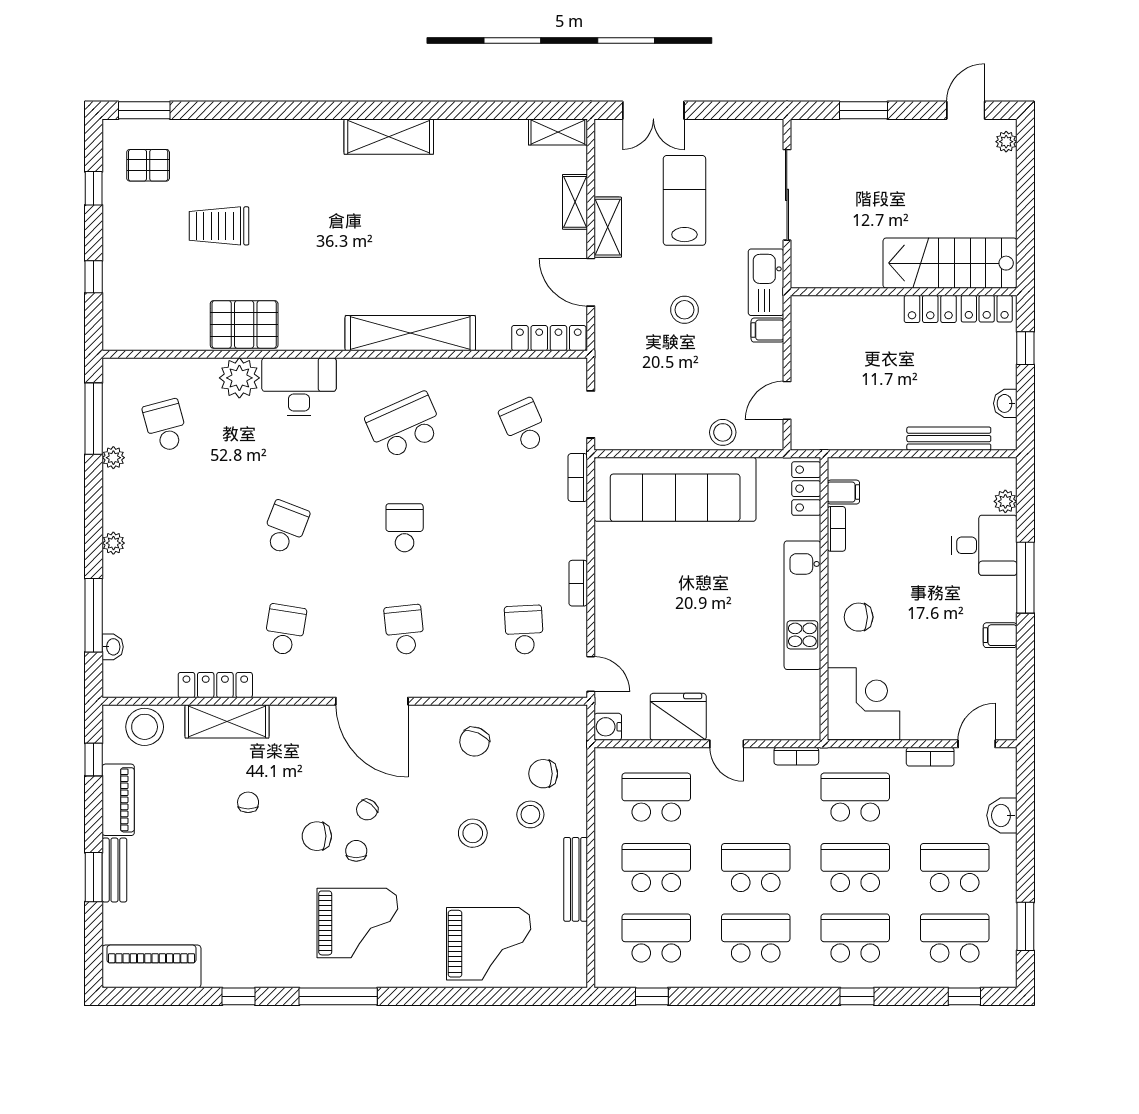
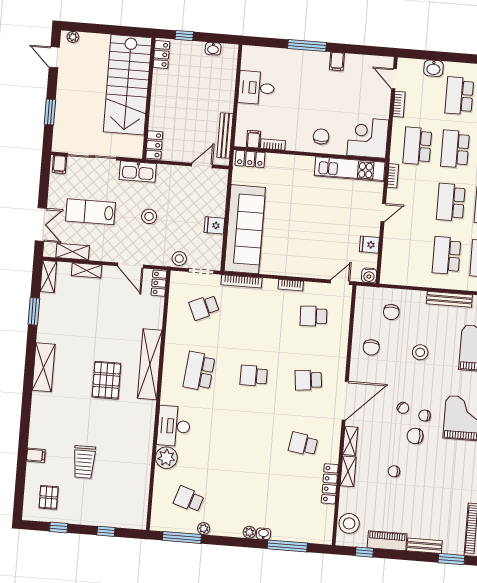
window: (144, 110) -> (34, 311), moved
filing cabinet: (224, 135) -> (36, 455), added
shelving: (608, 227) -> (73, 252), moved
stairs: (950, 263) -> (128, 85), width x1.36, depth x1.51
door: (591, 282) -> (130, 265), hinge flipped
locker: (930, 309) -> (154, 145), moved
pallet: (244, 324) -> (106, 380), moved
filing cabinet: (767, 330) -> (59, 165), moved
locker: (549, 338) -> (159, 283), width x0.66
door: (787, 400) -> (202, 165), swing flipped
school desk: (165, 426) -> (189, 499), turned 33
school desk: (405, 426) -> (199, 371), turned 30
fridge: (678, 432) -> (214, 225), added
stool: (723, 432) -> (179, 259), moved
bench: (949, 439) -> (225, 135), moved
bookcase: (578, 478) -> (242, 281), width x1.56
plant: (1005, 501) -> (265, 53), removed
school desk: (285, 528) -> (249, 440), removed
desk: (984, 545) -> (256, 88), moved, turned -90
kitchen unit: (802, 605) -> (350, 169), moved
chair: (859, 617) -> (321, 136), turned 180
washbasin: (113, 647) -> (263, 534), moved
shelving: (298, 717) -> (350, 441), added
fridge: (678, 717) -> (369, 245), width x0.53, depth x0.75
shelving: (227, 721) -> (348, 471), width x0.67, depth x0.75
chair: (475, 742) -> (371, 347), turned 66
school desk: (656, 797) -> (409, 253), removed
stool: (530, 814) -> (413, 321), removed
chair: (317, 836) -> (415, 436), turned 90
window: (94, 877) -> (451, 559), moved

